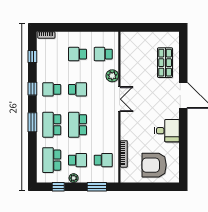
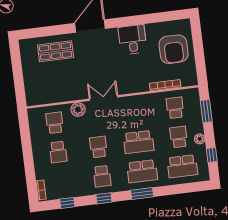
school desk: (103, 54) -> (55, 123), turned 180

